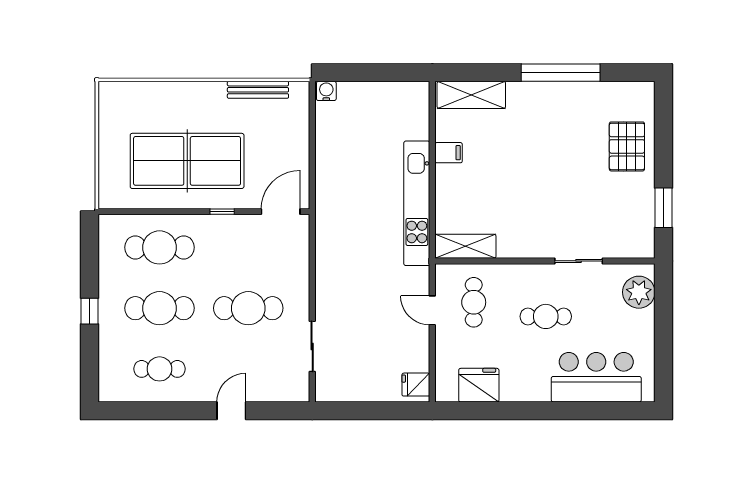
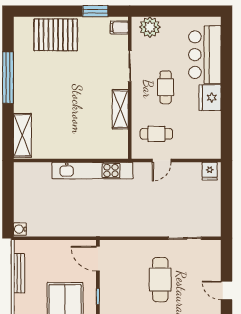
pallet: (627, 146) -> (56, 35), width x1.37, depth x1.41
filing cabinet: (449, 153) -> (119, 27), moved, turned -90
shelving: (465, 246) -> (120, 109), moved
fridge: (479, 385) -> (210, 98), moved

